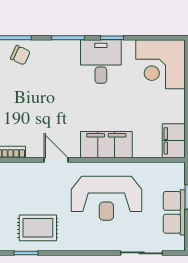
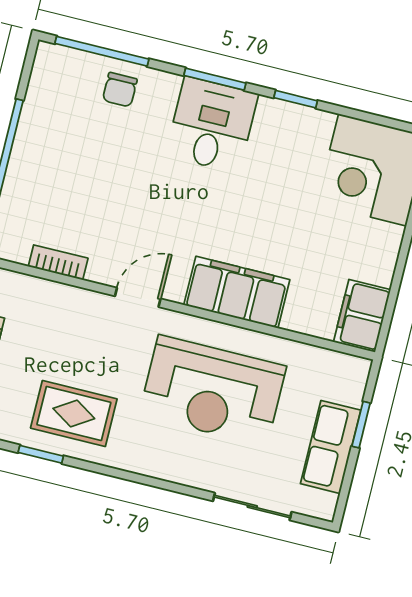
chair: (20, 55) -> (120, 90), turned 65
desk: (101, 62) -> (212, 125), moved
door: (56, 160) -> (138, 297), hinge flipped

